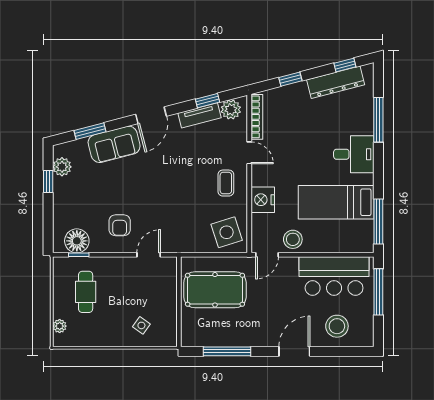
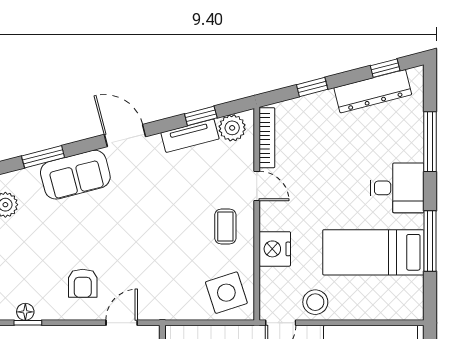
door: (151, 115) -> (125, 136), swing flipped
window: (378, 221) -> (430, 241), moved
floor lamp: (77, 241) -> (25, 312), width x0.53, depth x0.53

